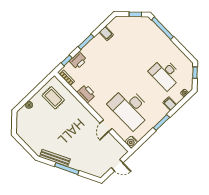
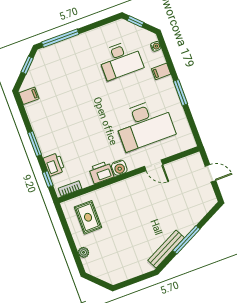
filing cabinet: (106, 33) -> (29, 96), moved
rug: (53, 98) -> (88, 217), turned 90
water cooler: (131, 142) -> (119, 168), moved
door: (117, 165) -> (210, 173), hinge flipped

